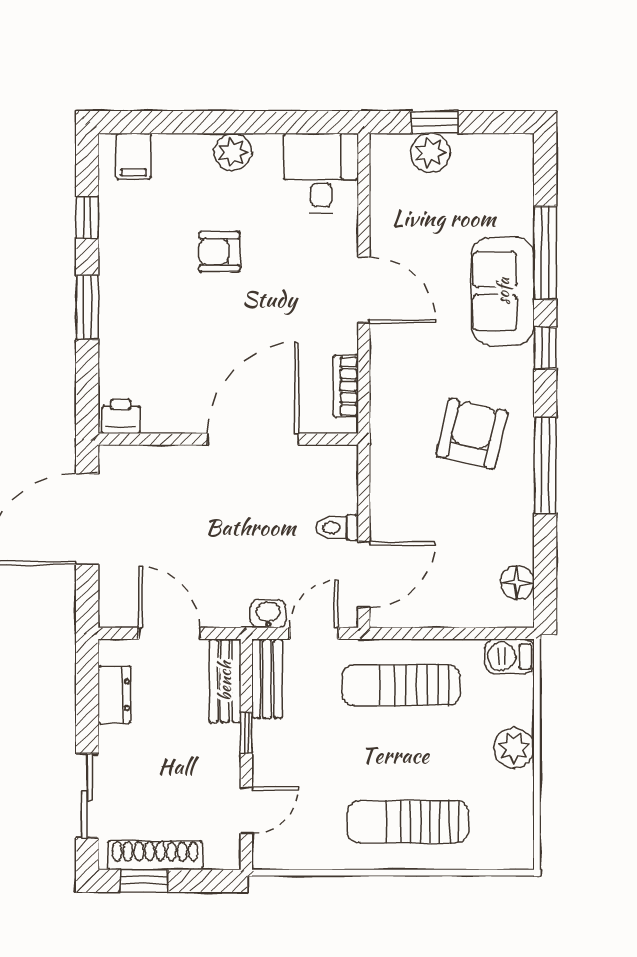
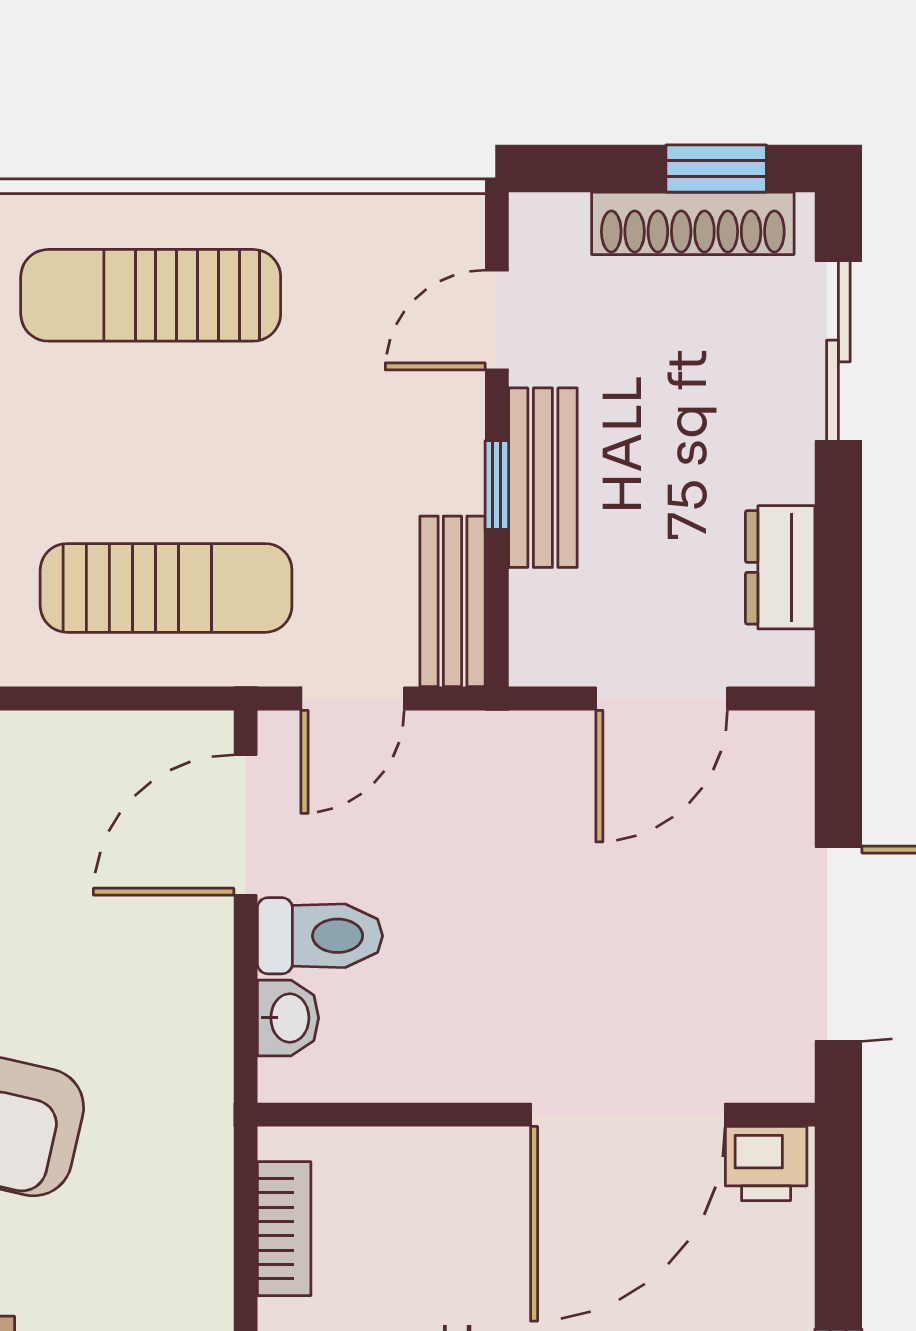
door: (253, 439) -> (628, 1115), moved
toilet: (337, 528) -> (320, 936), width x1.37, depth x1.39
washbasin: (268, 614) -> (288, 1018), moved, turned -90
door: (170, 633) -> (662, 698), hinge flipped
bench: (225, 681) -> (543, 478), moved
sun lounger: (408, 822) -> (151, 295), turned 180

